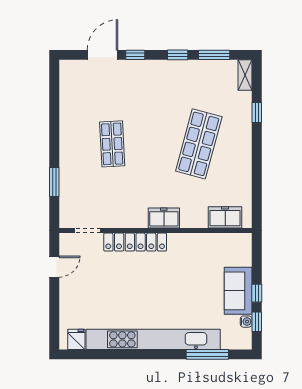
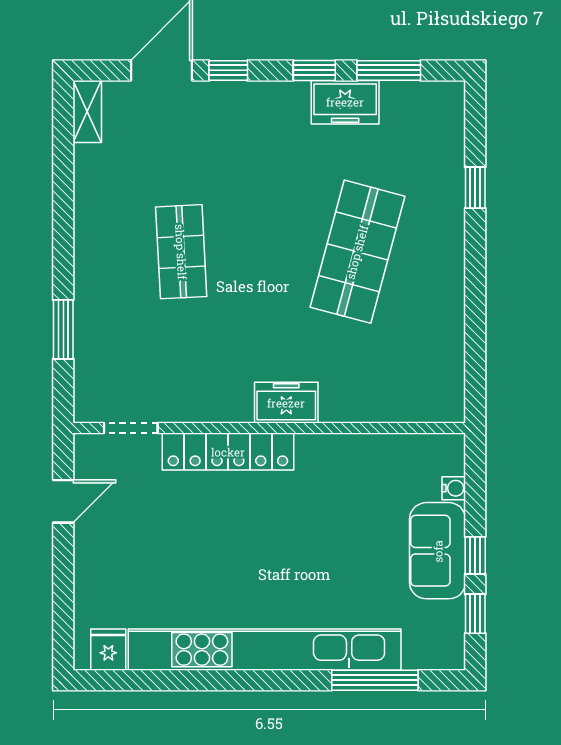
shelving: (245, 75) -> (87, 111), moved
freezer: (225, 217) -> (345, 102), moved, turned 180
water cooler: (246, 322) -> (454, 488), moved

